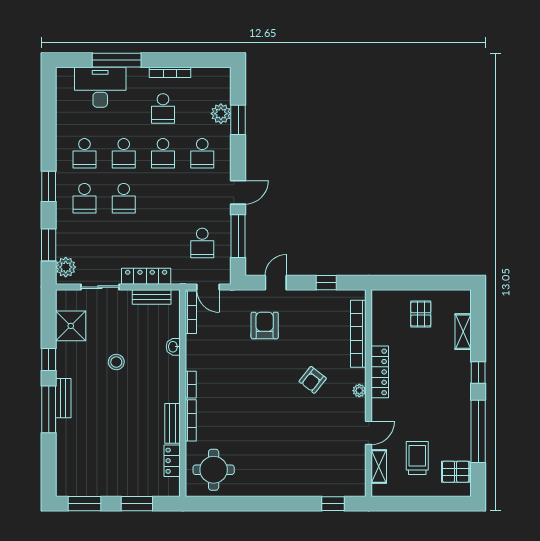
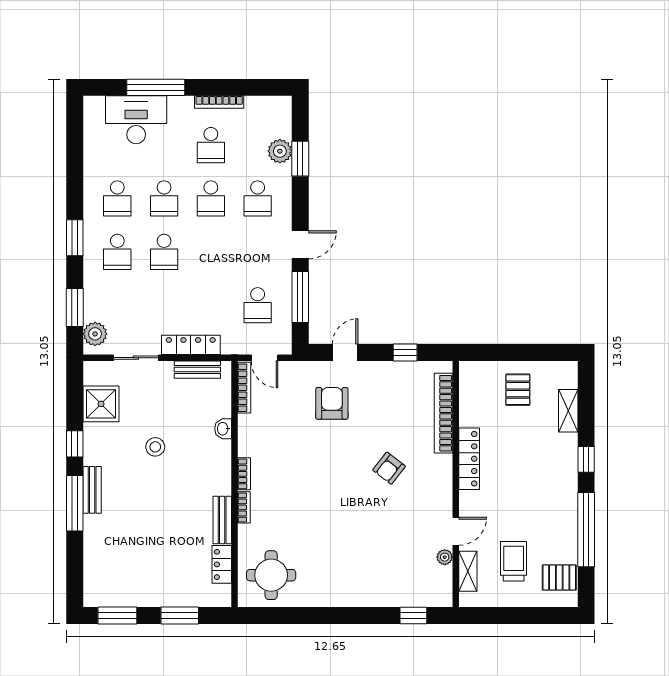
plant: (359, 391) -> (445, 557), moved
bookcase: (191, 420) -> (244, 507), width x0.64

